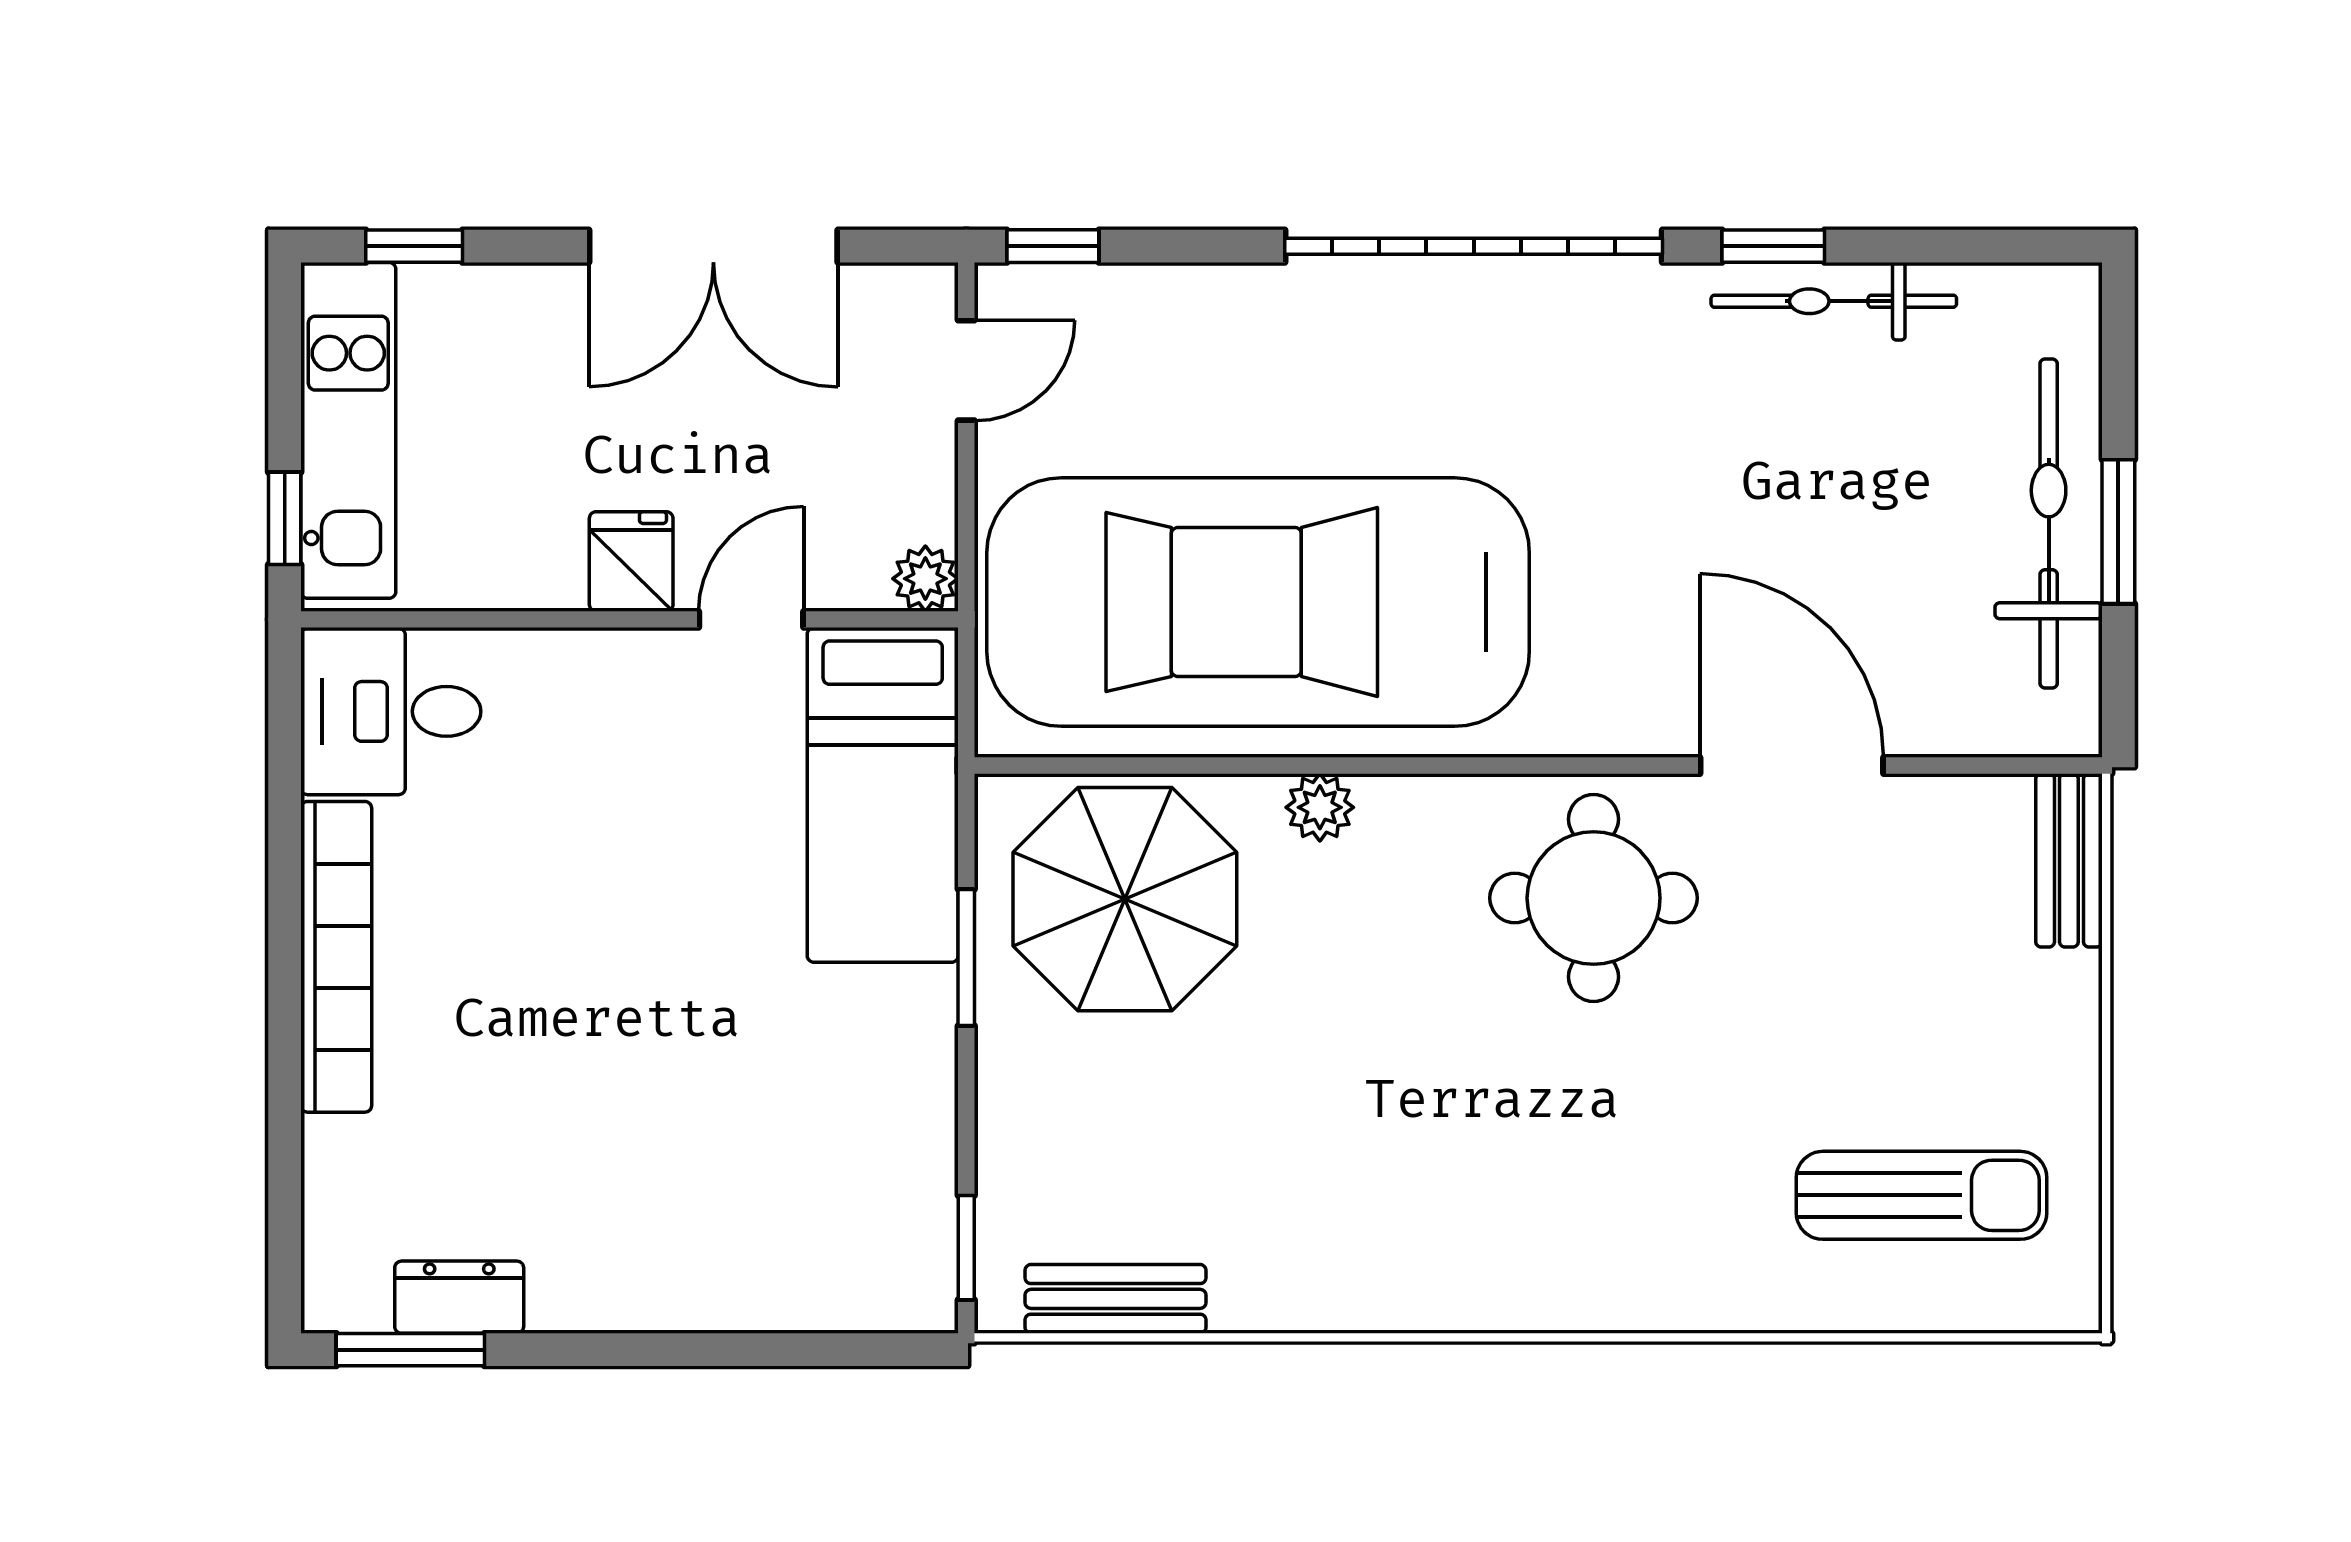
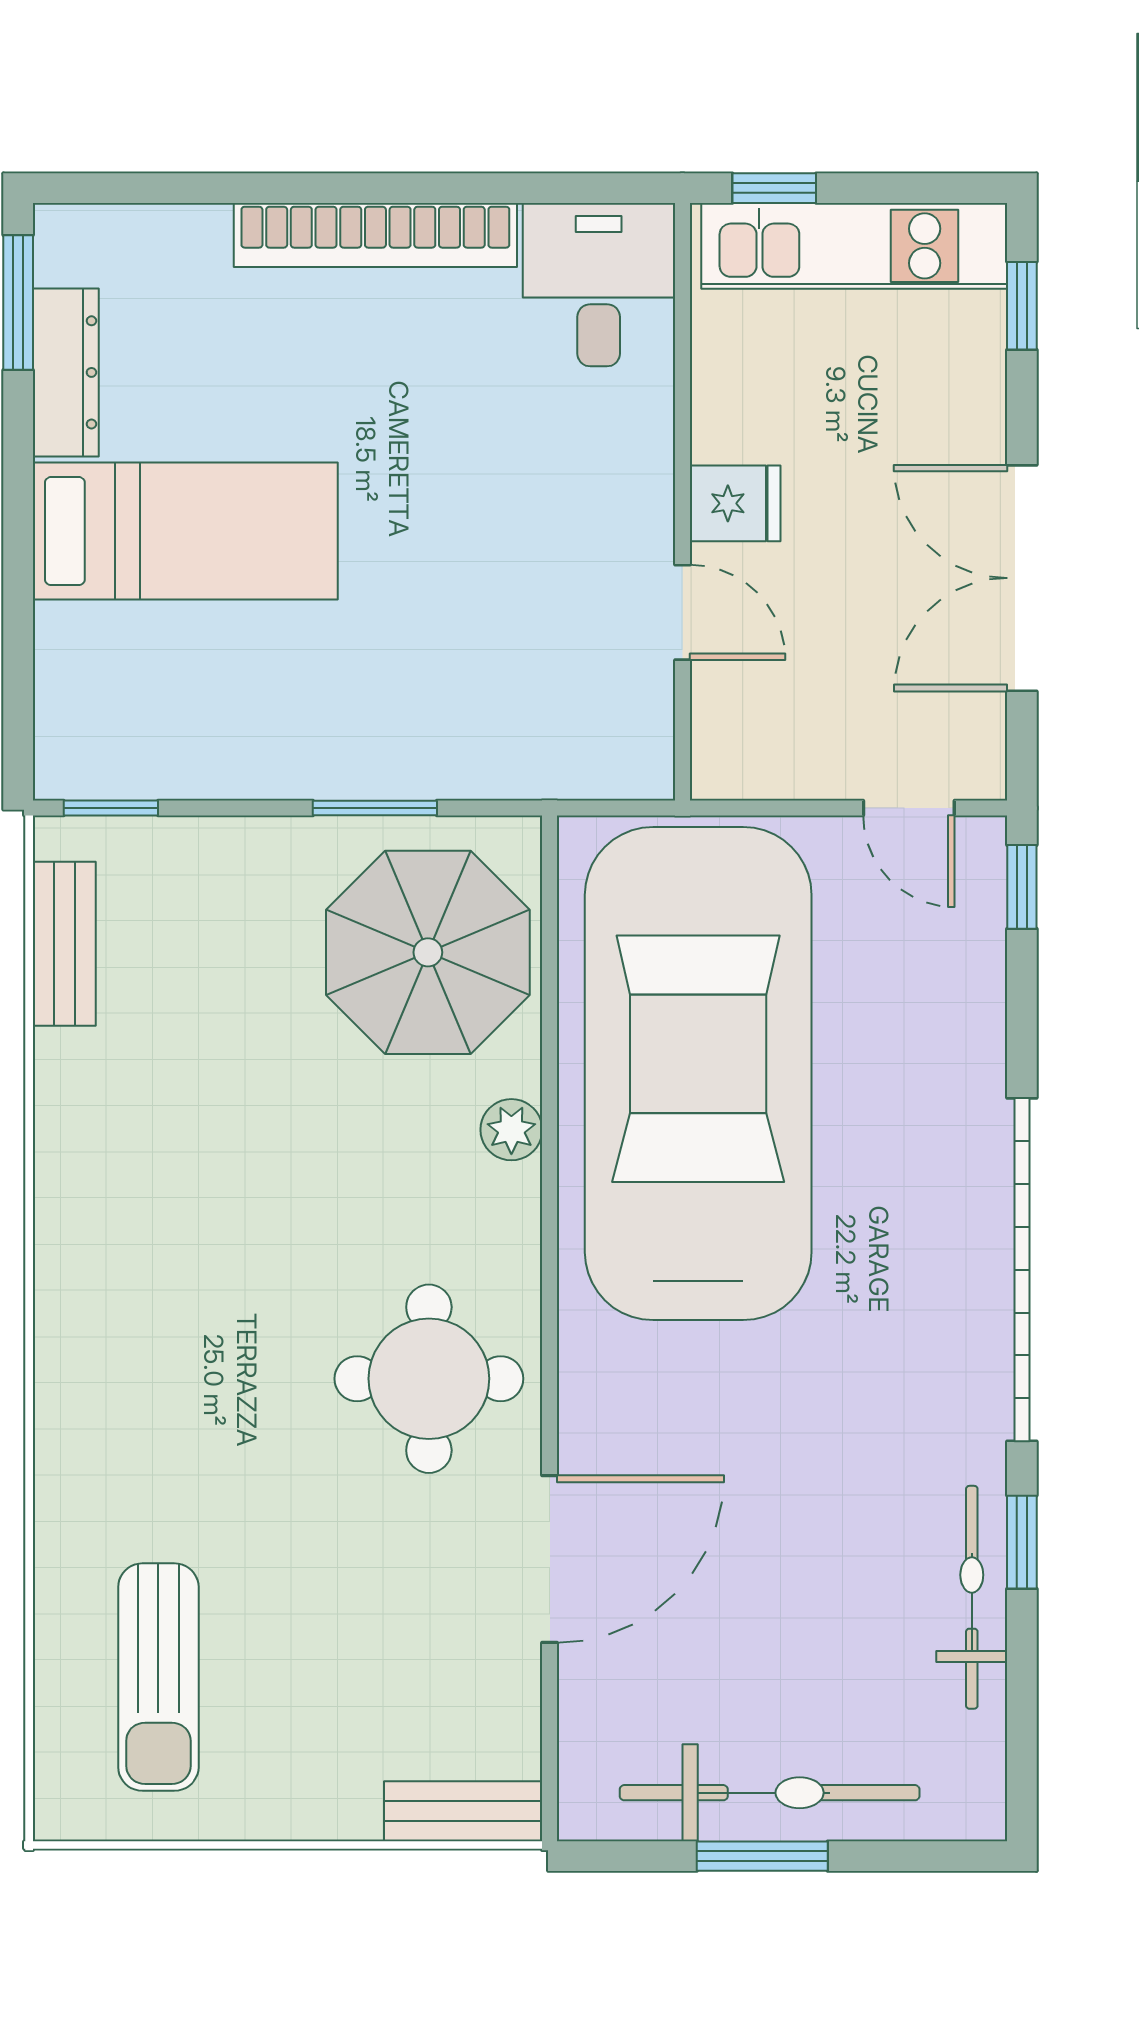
plant: (925, 579) -> (719, 771), removed
bed: (883, 795) -> (185, 531), moved, turned 180
dresser: (459, 1297) -> (66, 372), width x1.44

